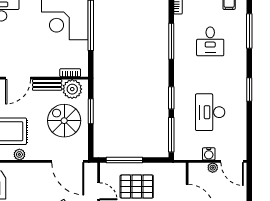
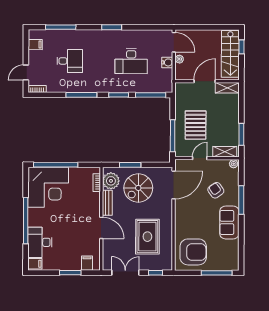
window: (171, 41) -> (81, 95), moved
plant: (19, 154) -> (168, 227), removed
door: (232, 161) -> (174, 42), hinge flipped

